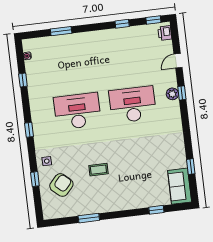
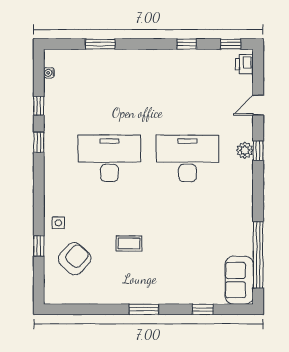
window: (29, 130) -> (39, 142), moved
window: (191, 167) -> (258, 255), width x3.17
window: (89, 218) -> (144, 309), moved

